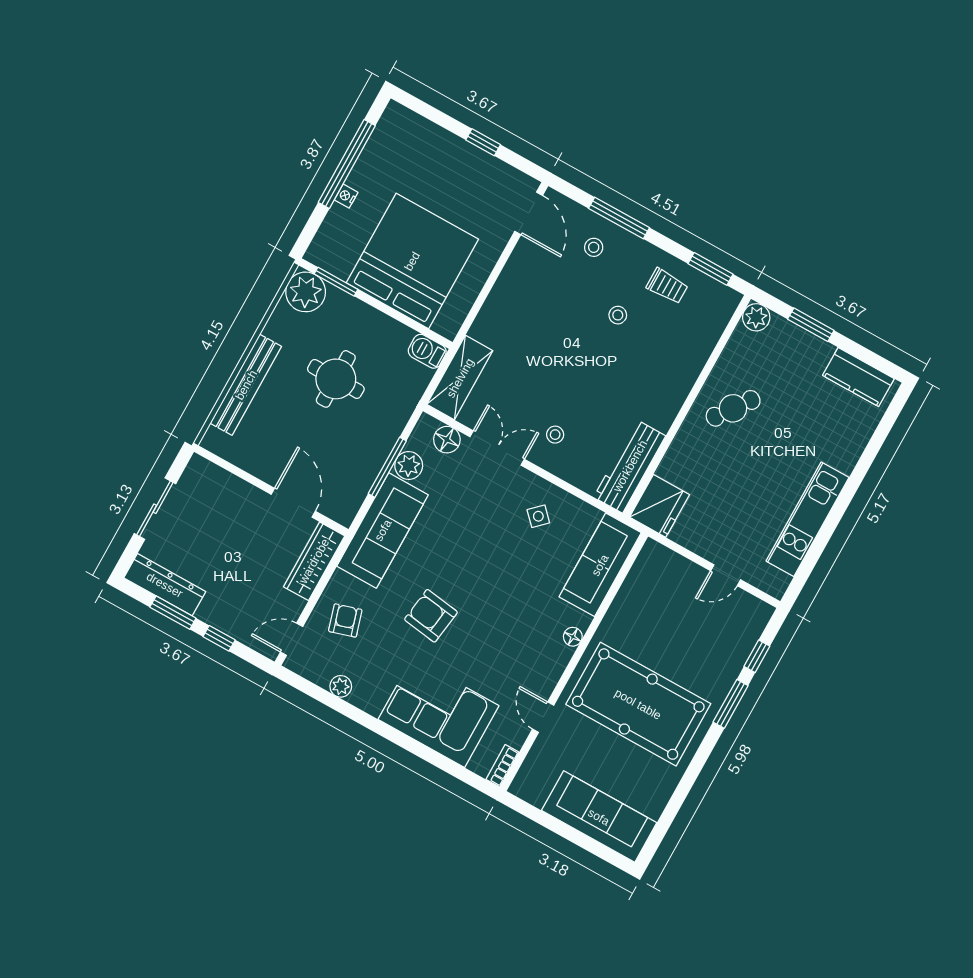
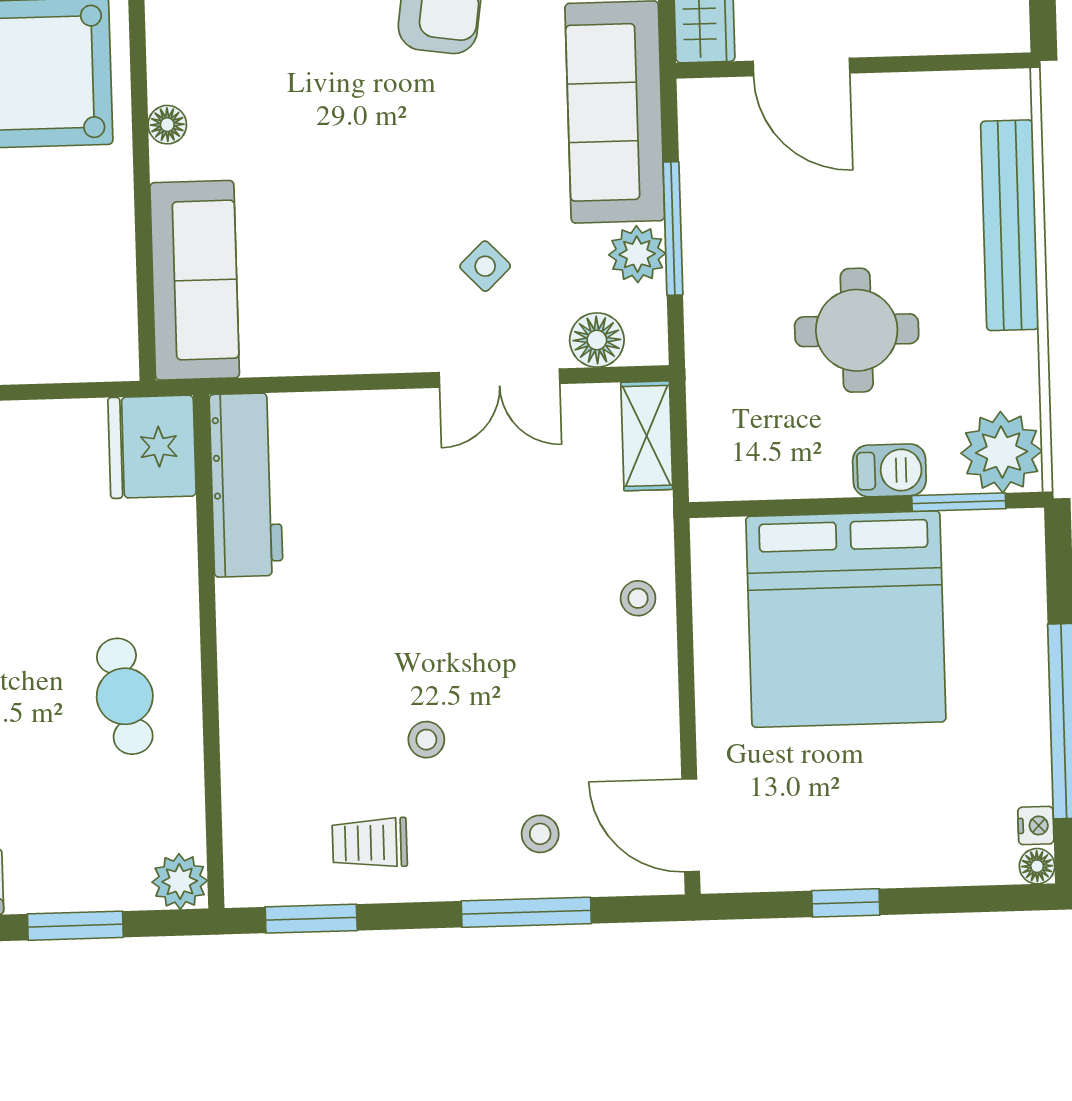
floor lamp: (394, 110) -> (1037, 866), added
nightstand: (346, 196) -> (1036, 826), moved
barbecue: (427, 351) -> (889, 470), moved
shelving: (460, 378) -> (647, 436), width x0.67, depth x0.75
cafe table: (733, 408) -> (125, 696), turned -46
stool: (555, 435) -> (638, 598), moved
side table: (538, 516) -> (485, 266), moved

